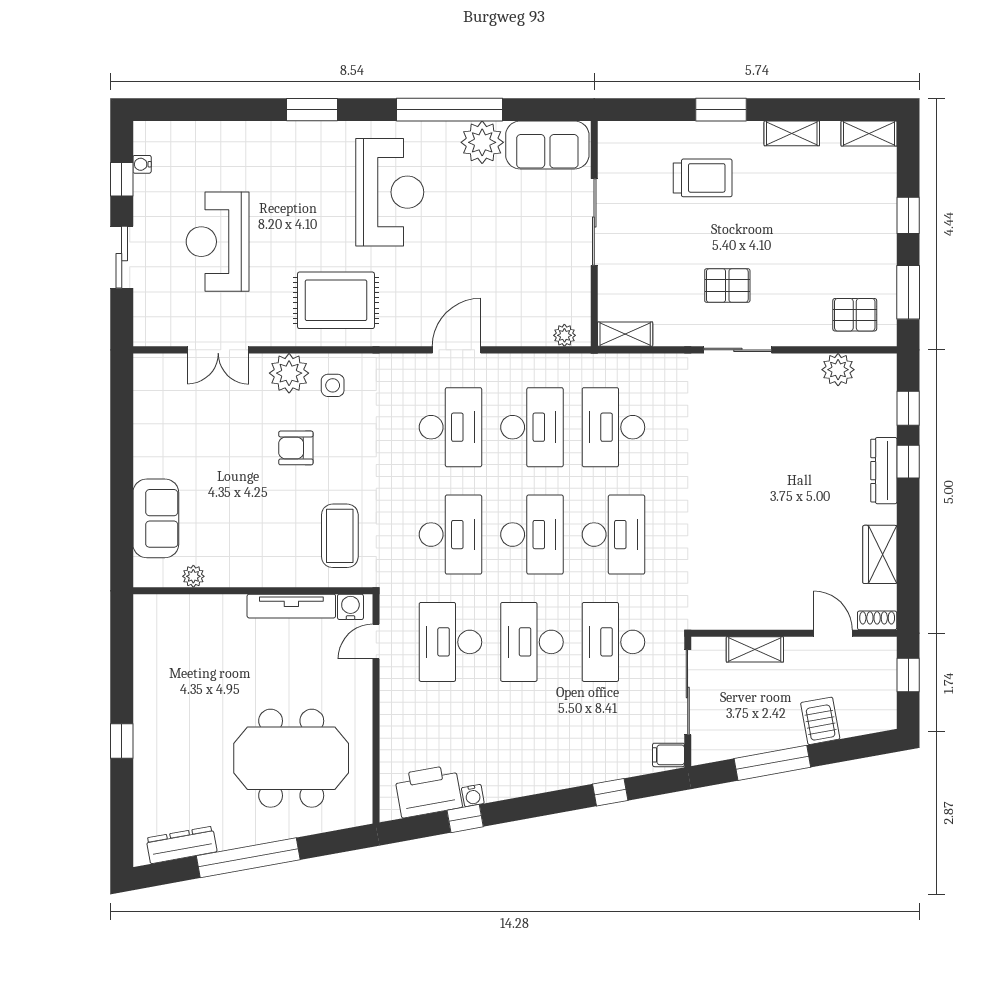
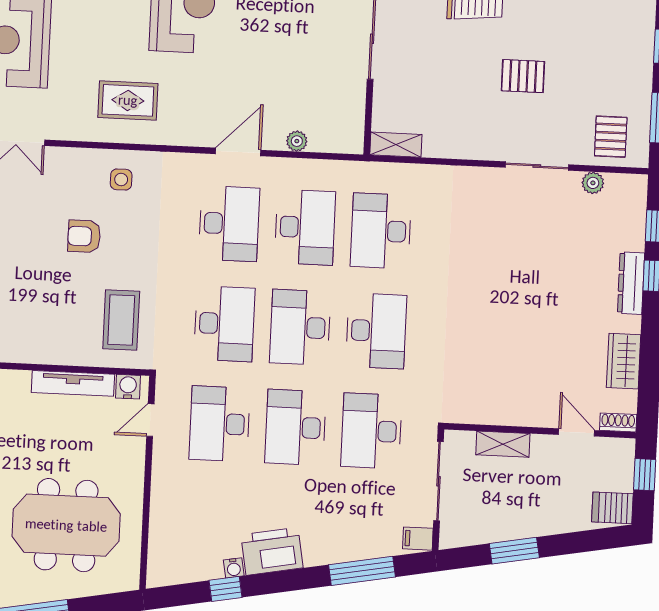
pallet: (727, 286) -> (523, 76), moved
rug: (336, 300) -> (128, 100), width x0.73, depth x0.70
pallet: (855, 315) -> (611, 137), turned 90
plant: (564, 335) -> (297, 141), moved
sliding door: (738, 350) -> (537, 166), moved
plant: (838, 370) -> (593, 183), width x0.73, depth x0.73
plant: (289, 373) -> (81, 166), removed
desk: (532, 535) -> (300, 327), turned 180
server rack: (820, 721) -> (612, 508), moved, turned -80
window: (772, 763) -> (514, 551), width x0.69
printer: (428, 791) -> (272, 551), moved
window: (610, 792) -> (362, 571), width x2.17

